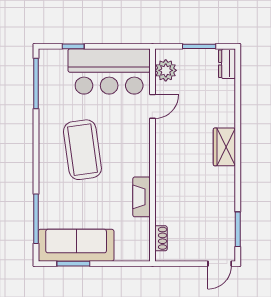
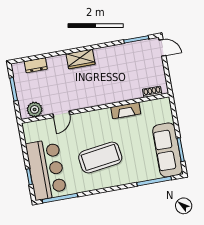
dresser: (227, 64) -> (36, 65), moved
bar counter: (109, 71) -> (46, 169), moved
door: (152, 106) -> (61, 114), swing flipped

